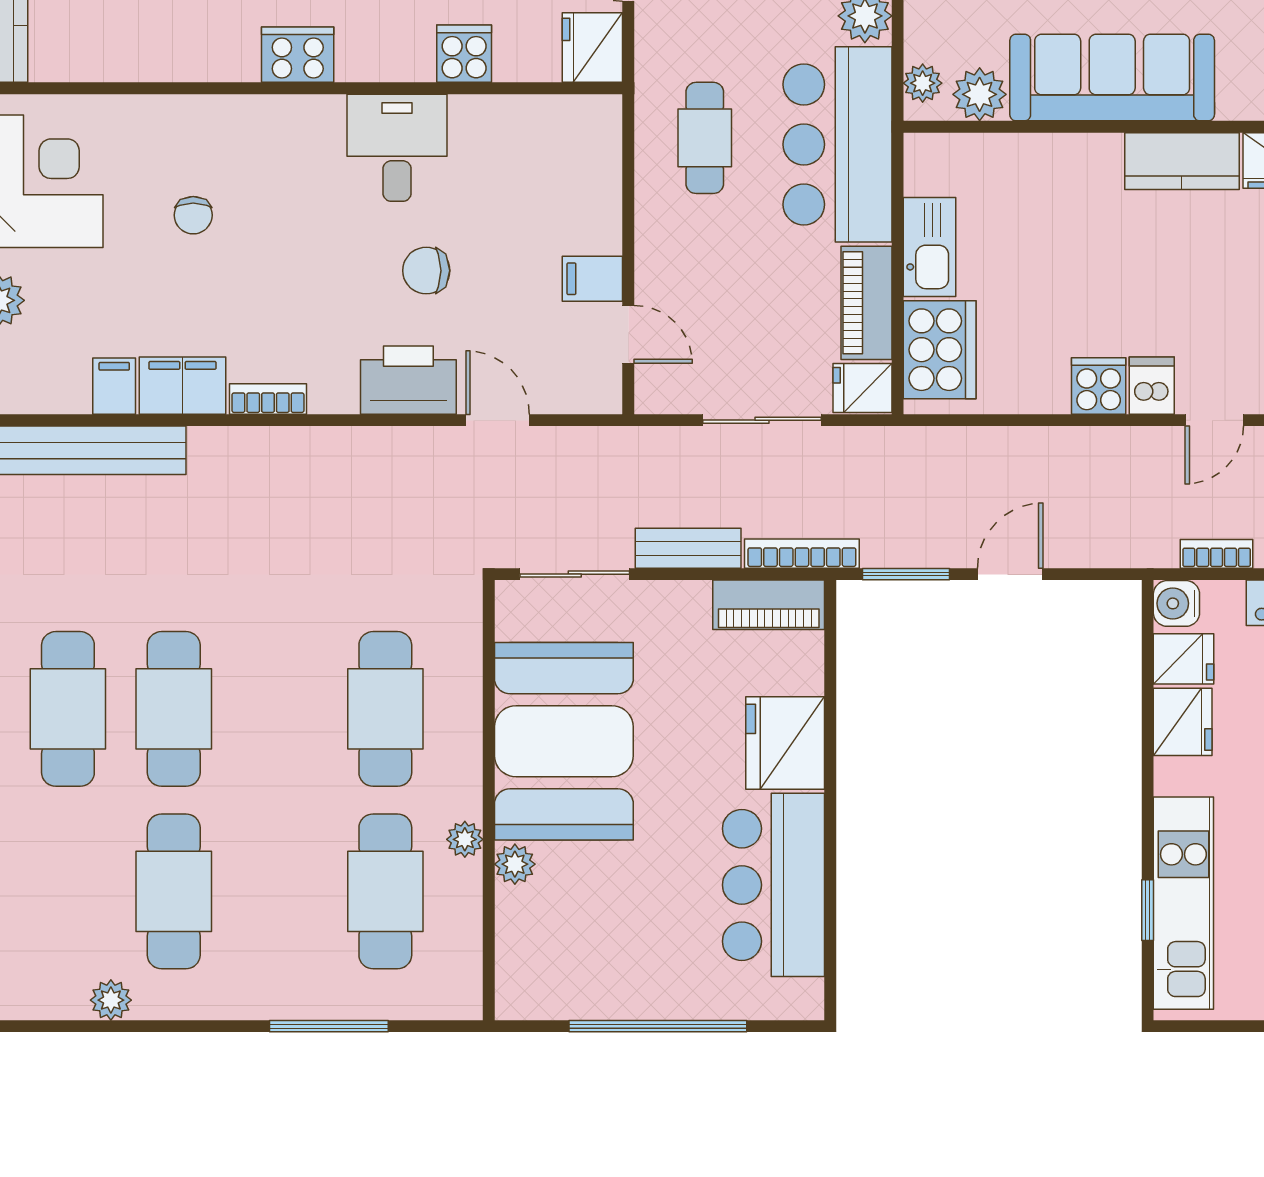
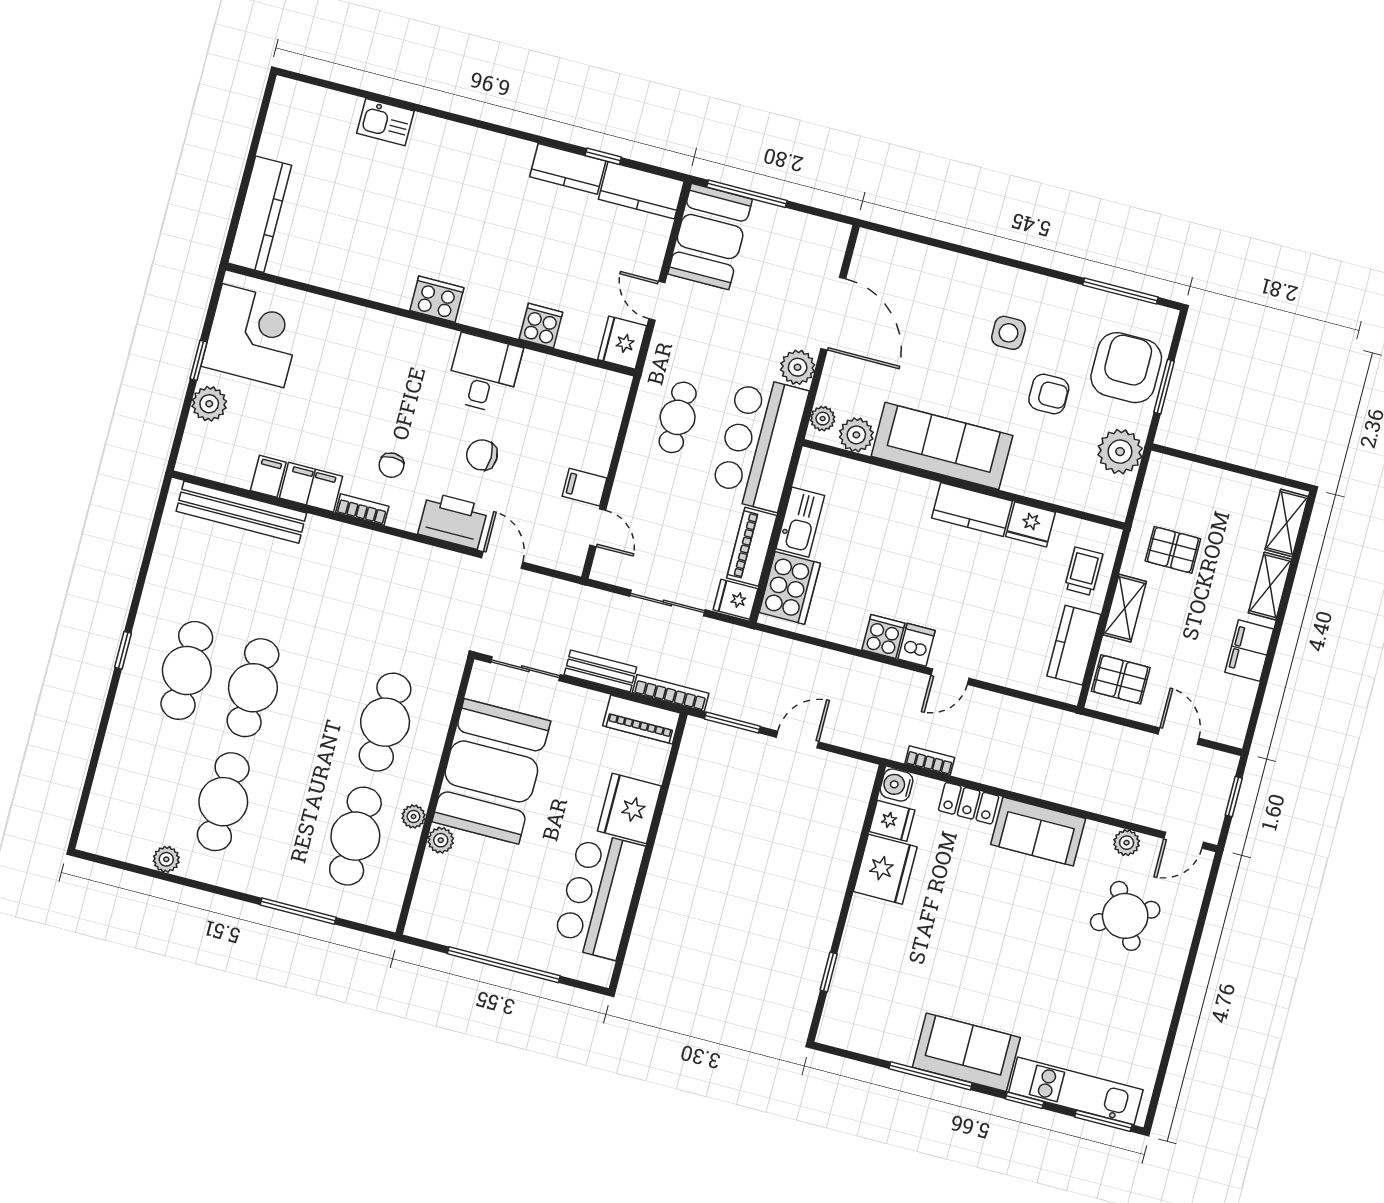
chair: (193, 215) -> (391, 465), moved
fridge: (1183, 722) -> (885, 869), width x1.36, depth x1.34
kitchen unit: (1183, 903) -> (852, 973), removed

